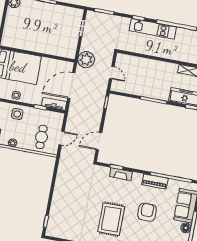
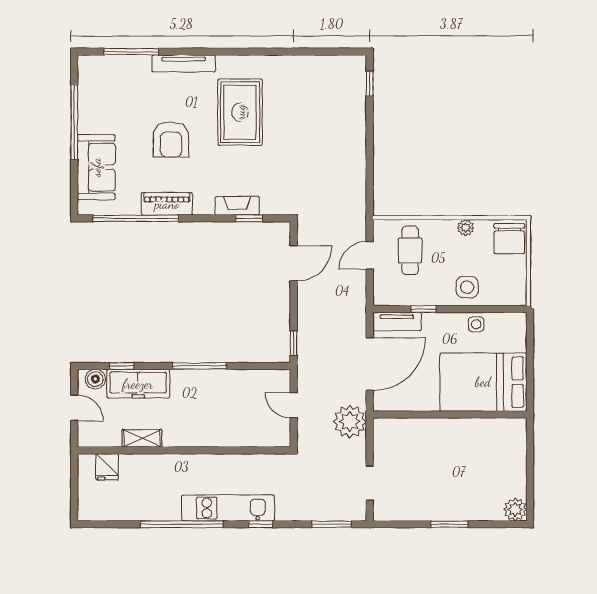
floor lamp: (186, 228) -> (88, 123), removed

